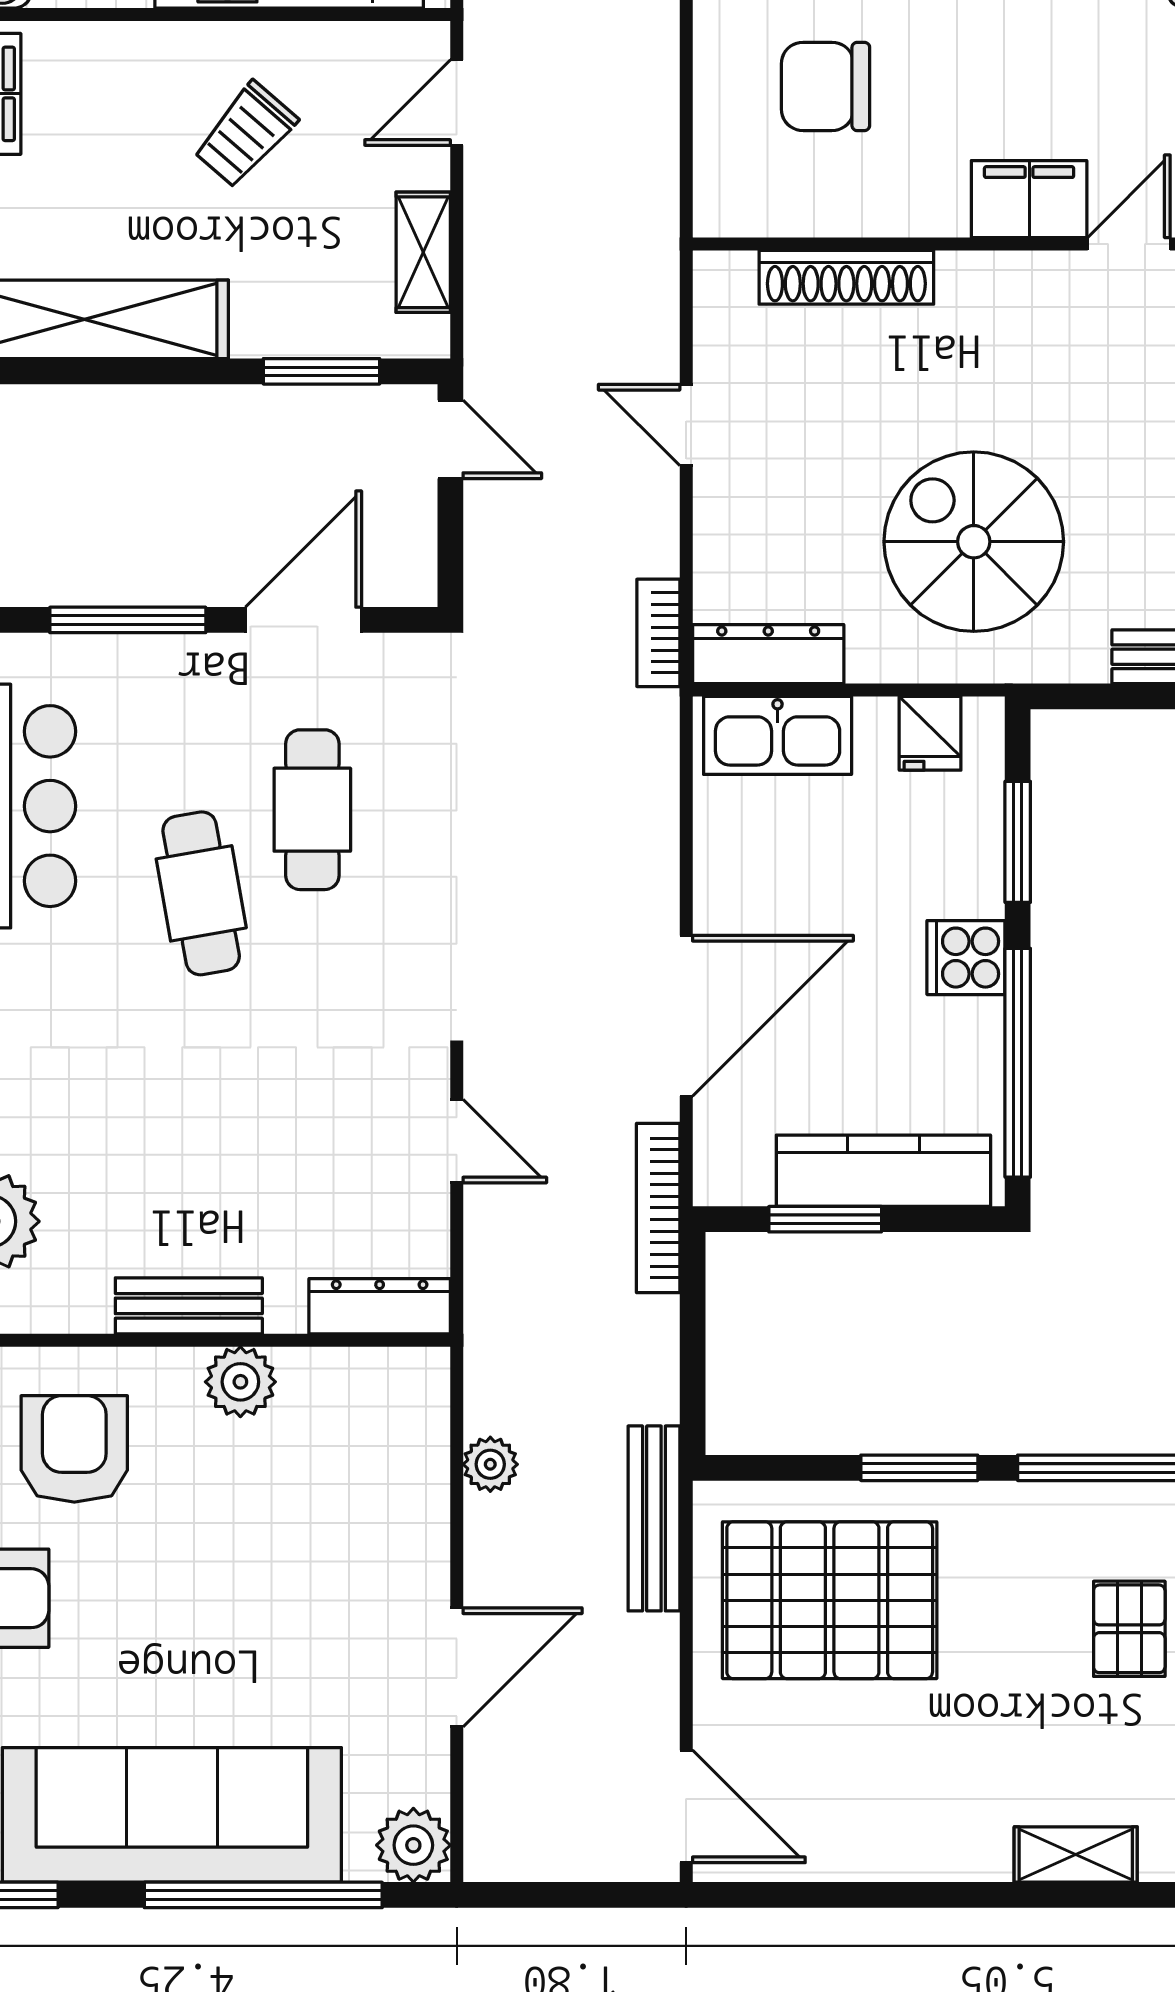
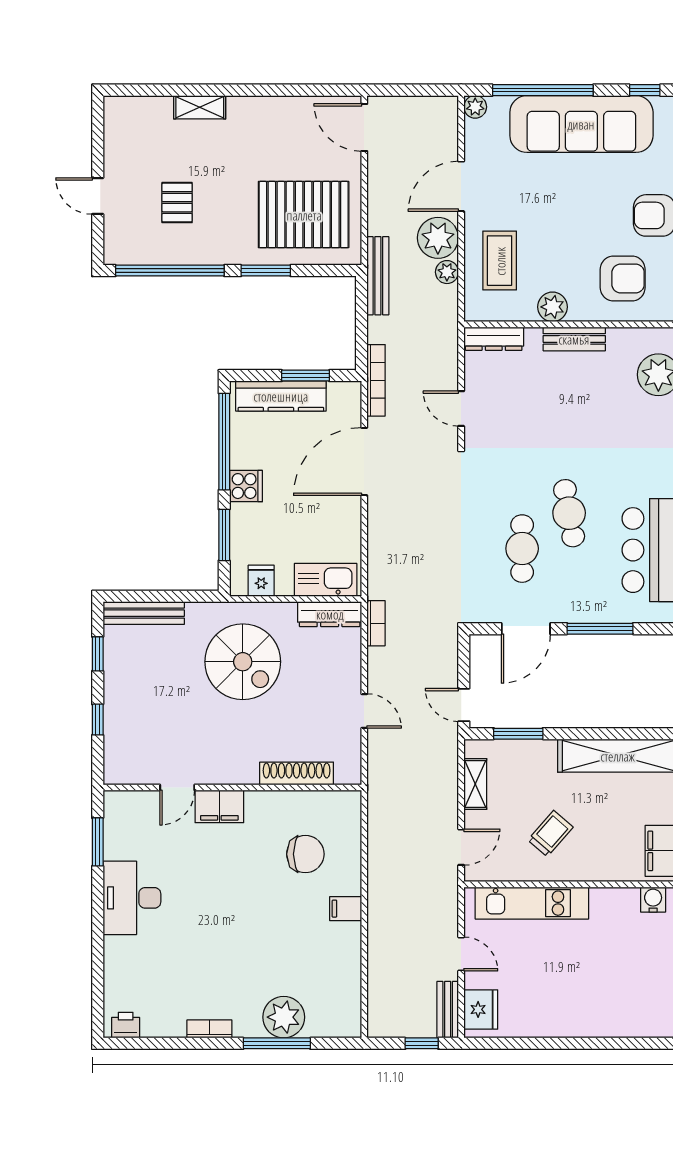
armchair: (74, 1449) -> (623, 279), turned -90
coffee table: (366, 1491) -> (500, 261), added
bench: (654, 1518) -> (378, 276), moved
plant: (512, 1545) -> (438, 238), added
plant: (413, 1845) -> (475, 107), width x0.73, depth x0.73

